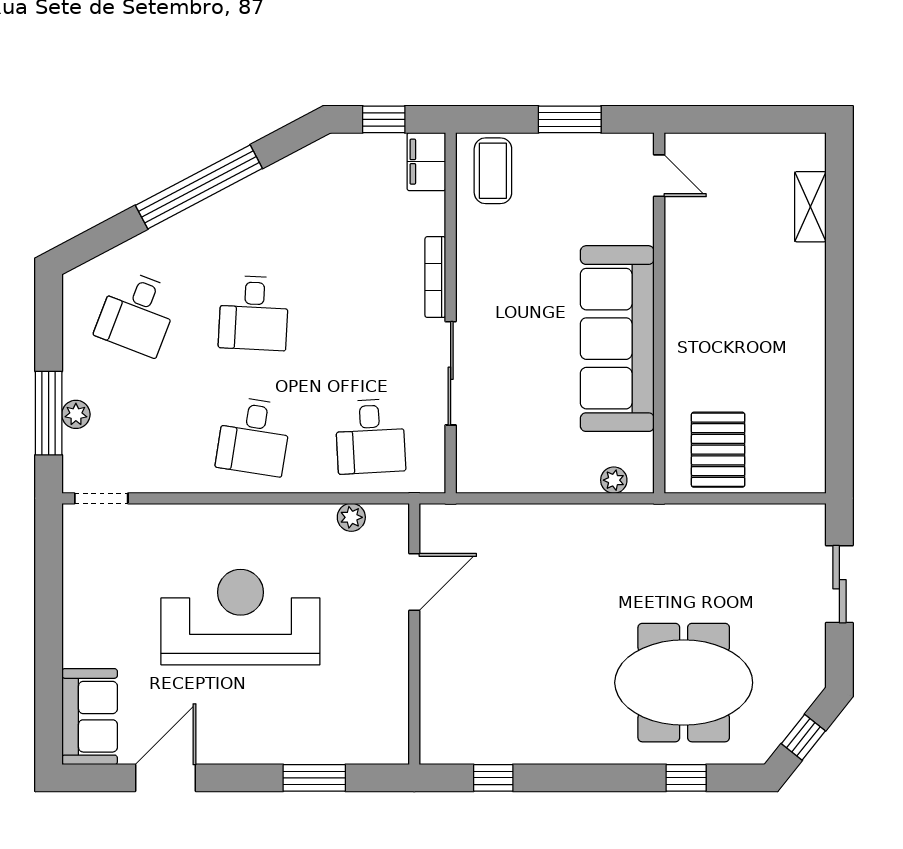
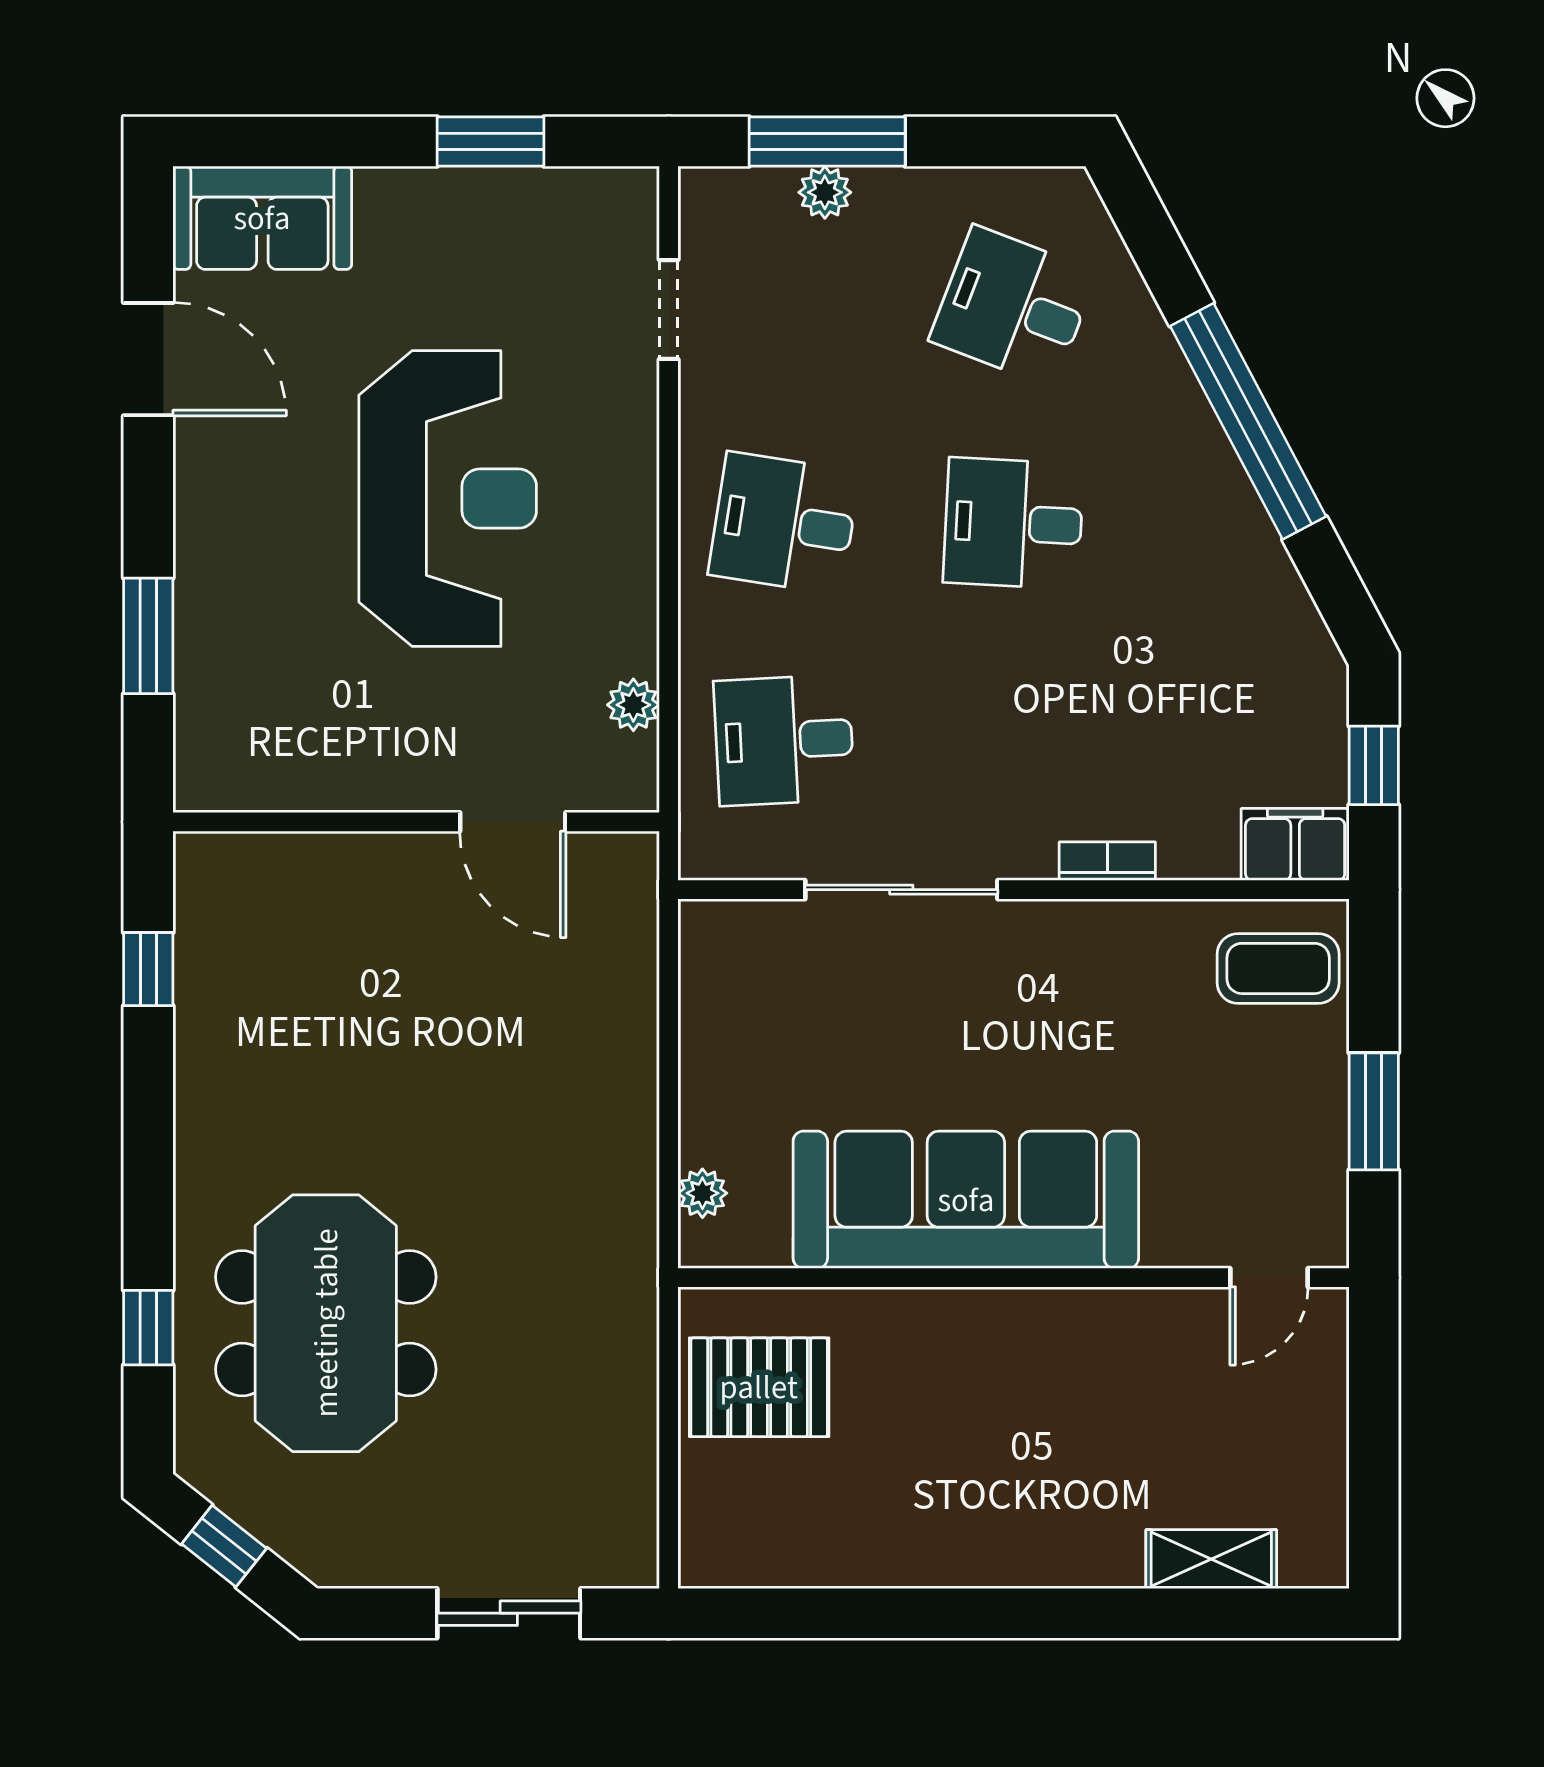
bookcase: (435, 277) -> (1107, 861), width x0.64
doorway: (101, 498) -> (669, 309), moved
window: (49, 594) -> (490, 141), added

